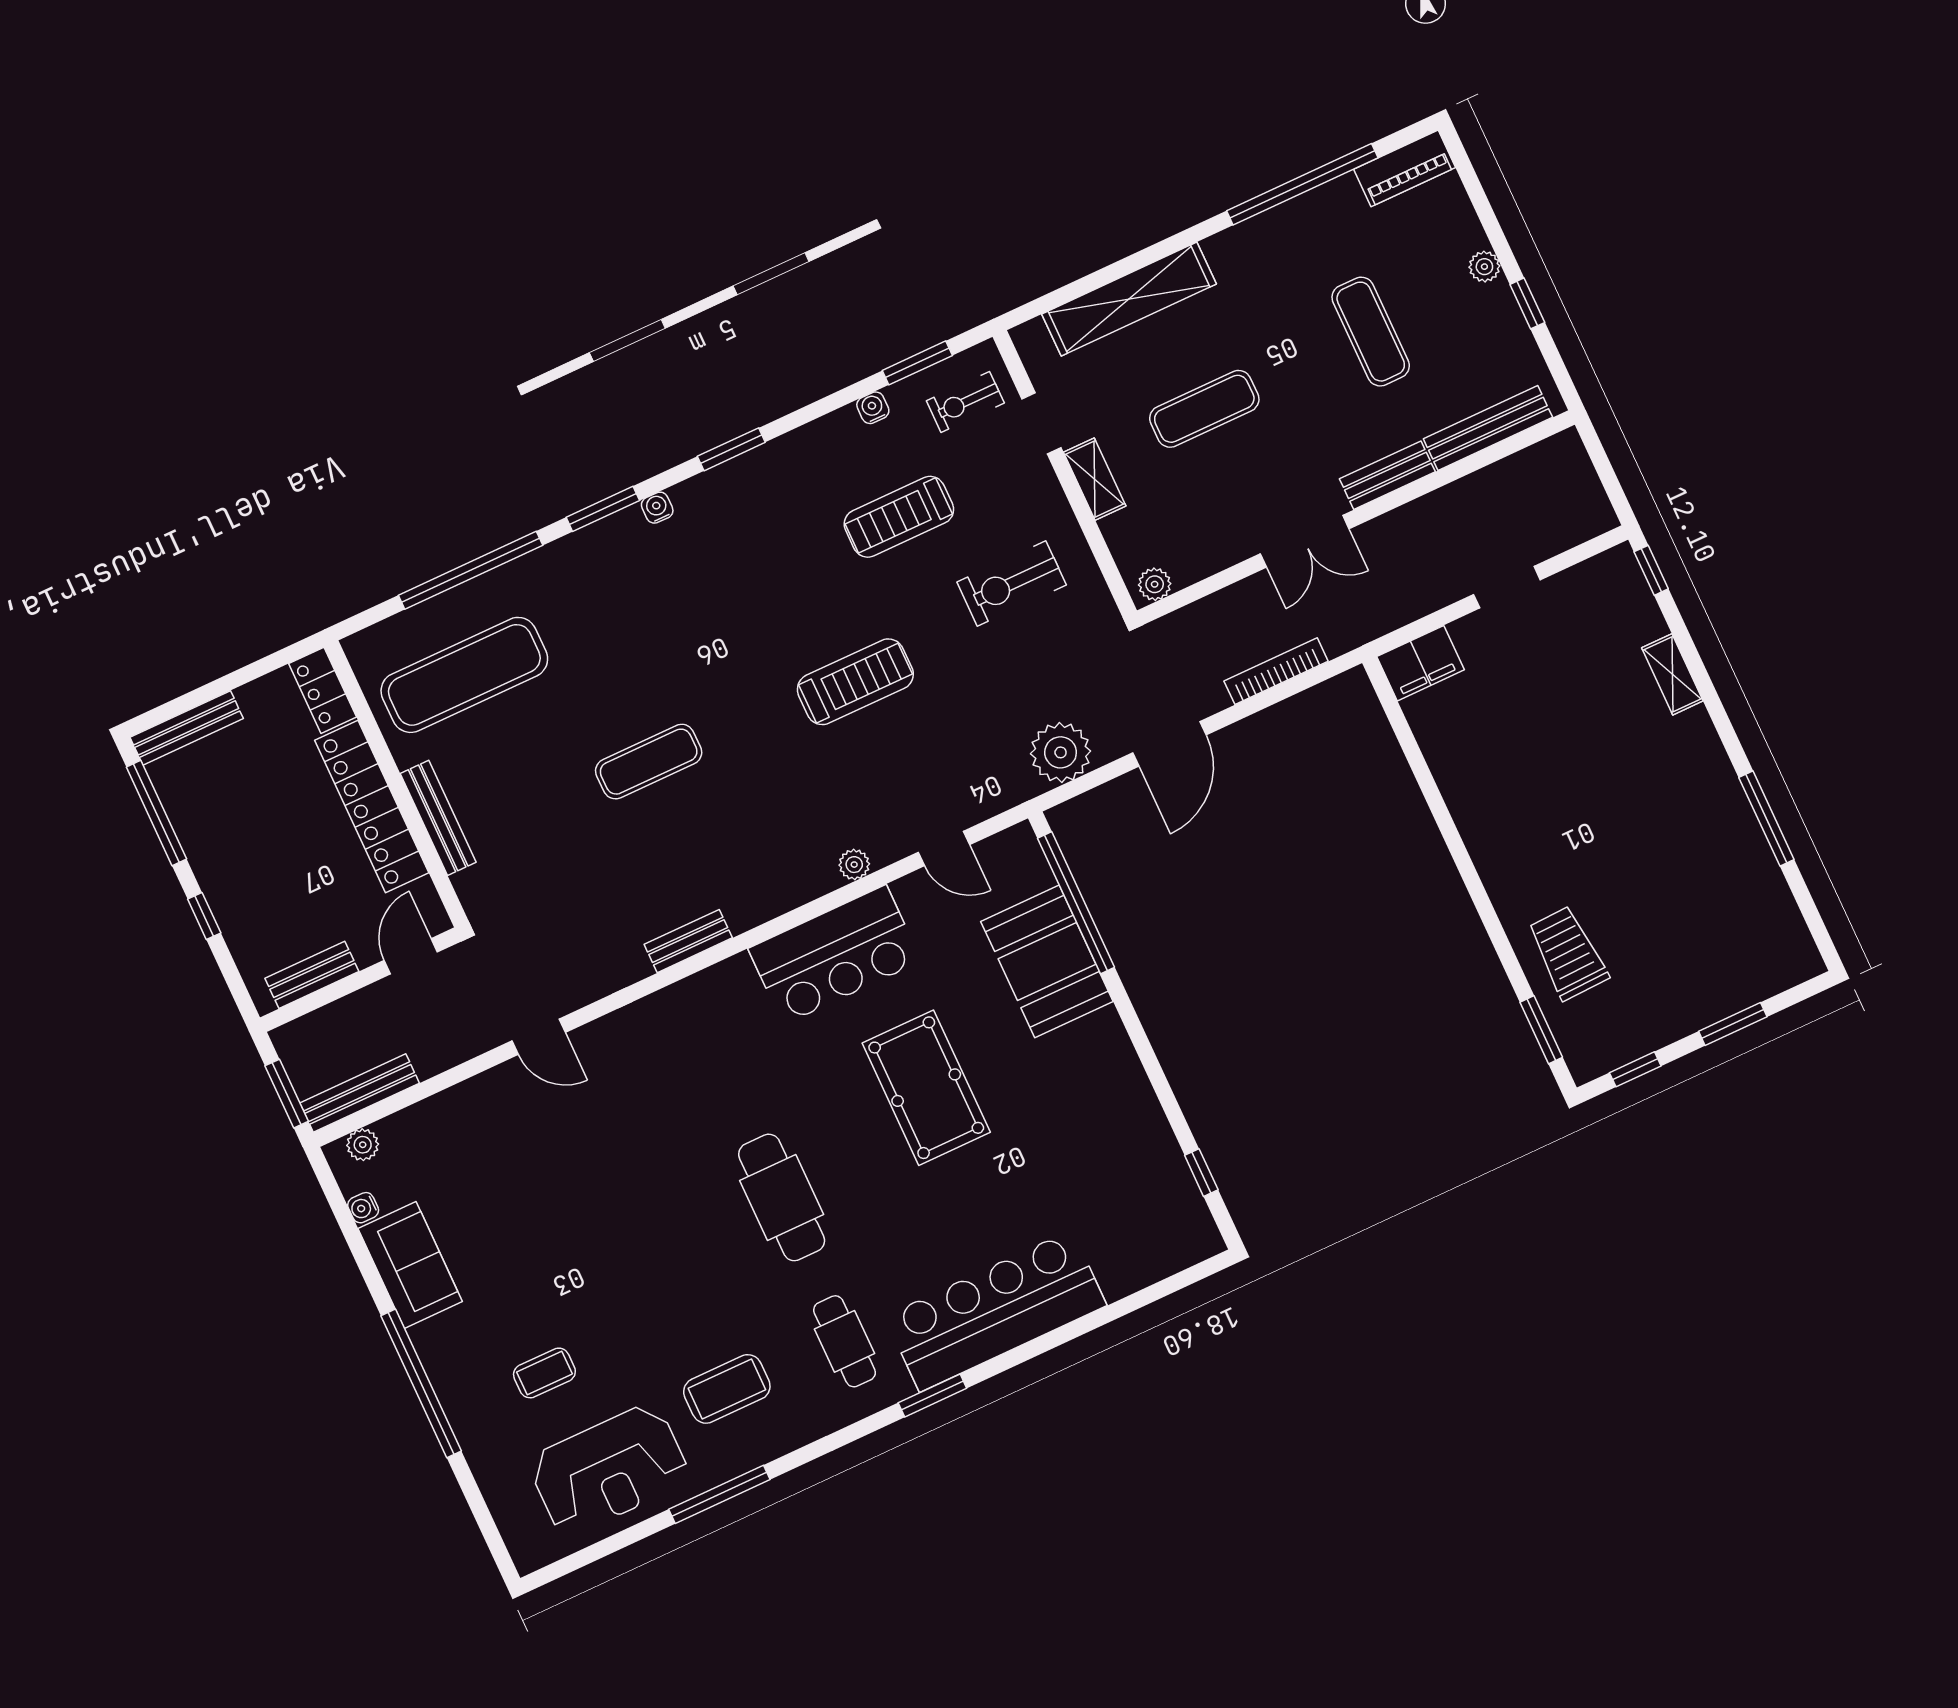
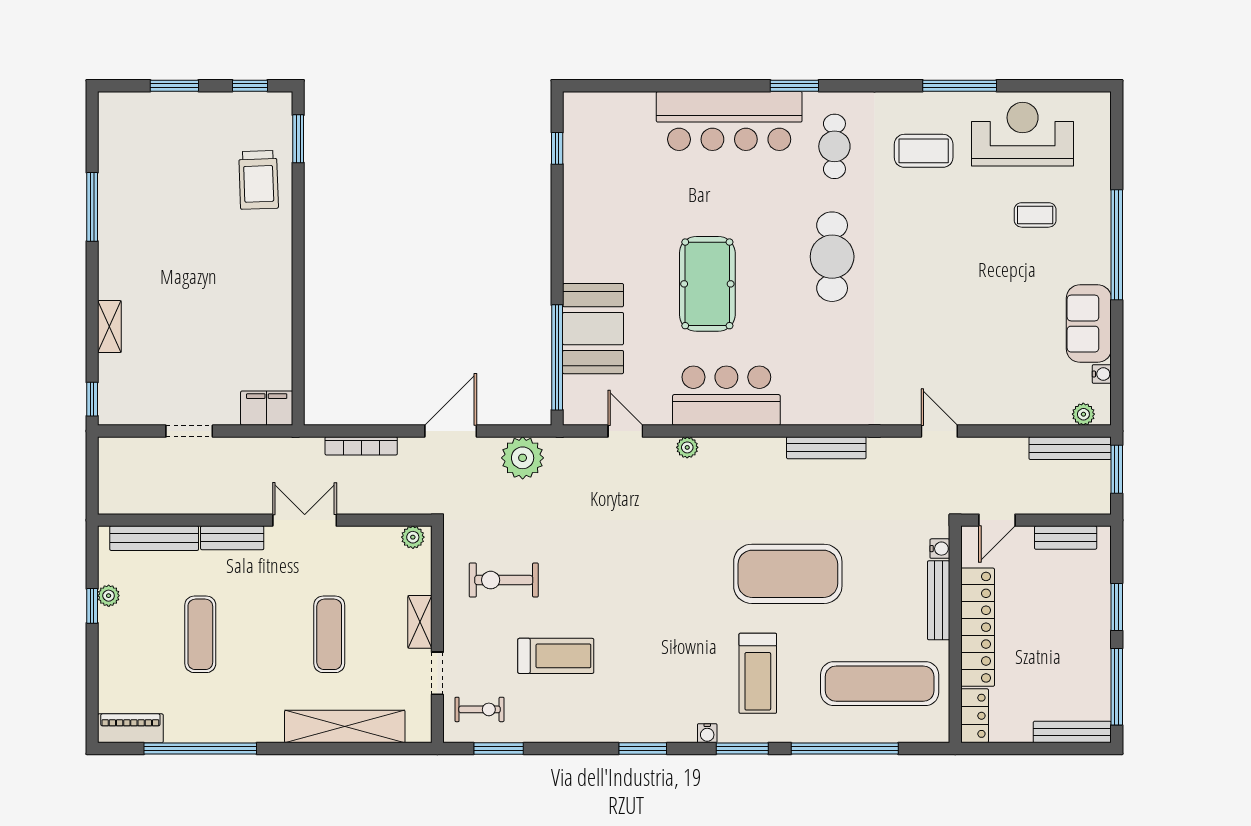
plant: (1484, 267) -> (109, 596), moved
water cooler: (873, 408) -> (940, 549), moved, turned -90
exercise mat: (1204, 409) -> (329, 634), turned 90
exercise bike: (1012, 583) -> (504, 580), turned 180
treadmill: (855, 682) -> (758, 673), moved, turned -90
exercise mat: (649, 762) -> (788, 574), width x2.00, depth x1.45
window: (204, 916) -> (1117, 607), width x1.50
bench: (688, 941) -> (826, 448), width x1.36

